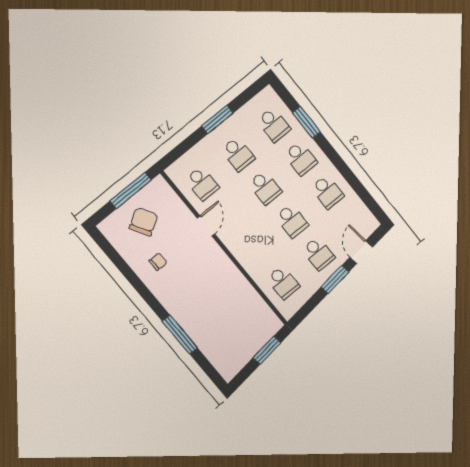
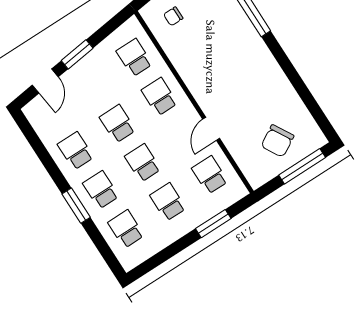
window: (217, 119) -> (213, 224), moved
window: (306, 122) -> (76, 206), moved
window: (131, 190) -> (302, 166), moved
school desk: (318, 254) -> (159, 97), moved
chair: (158, 262) -> (173, 16), moved

